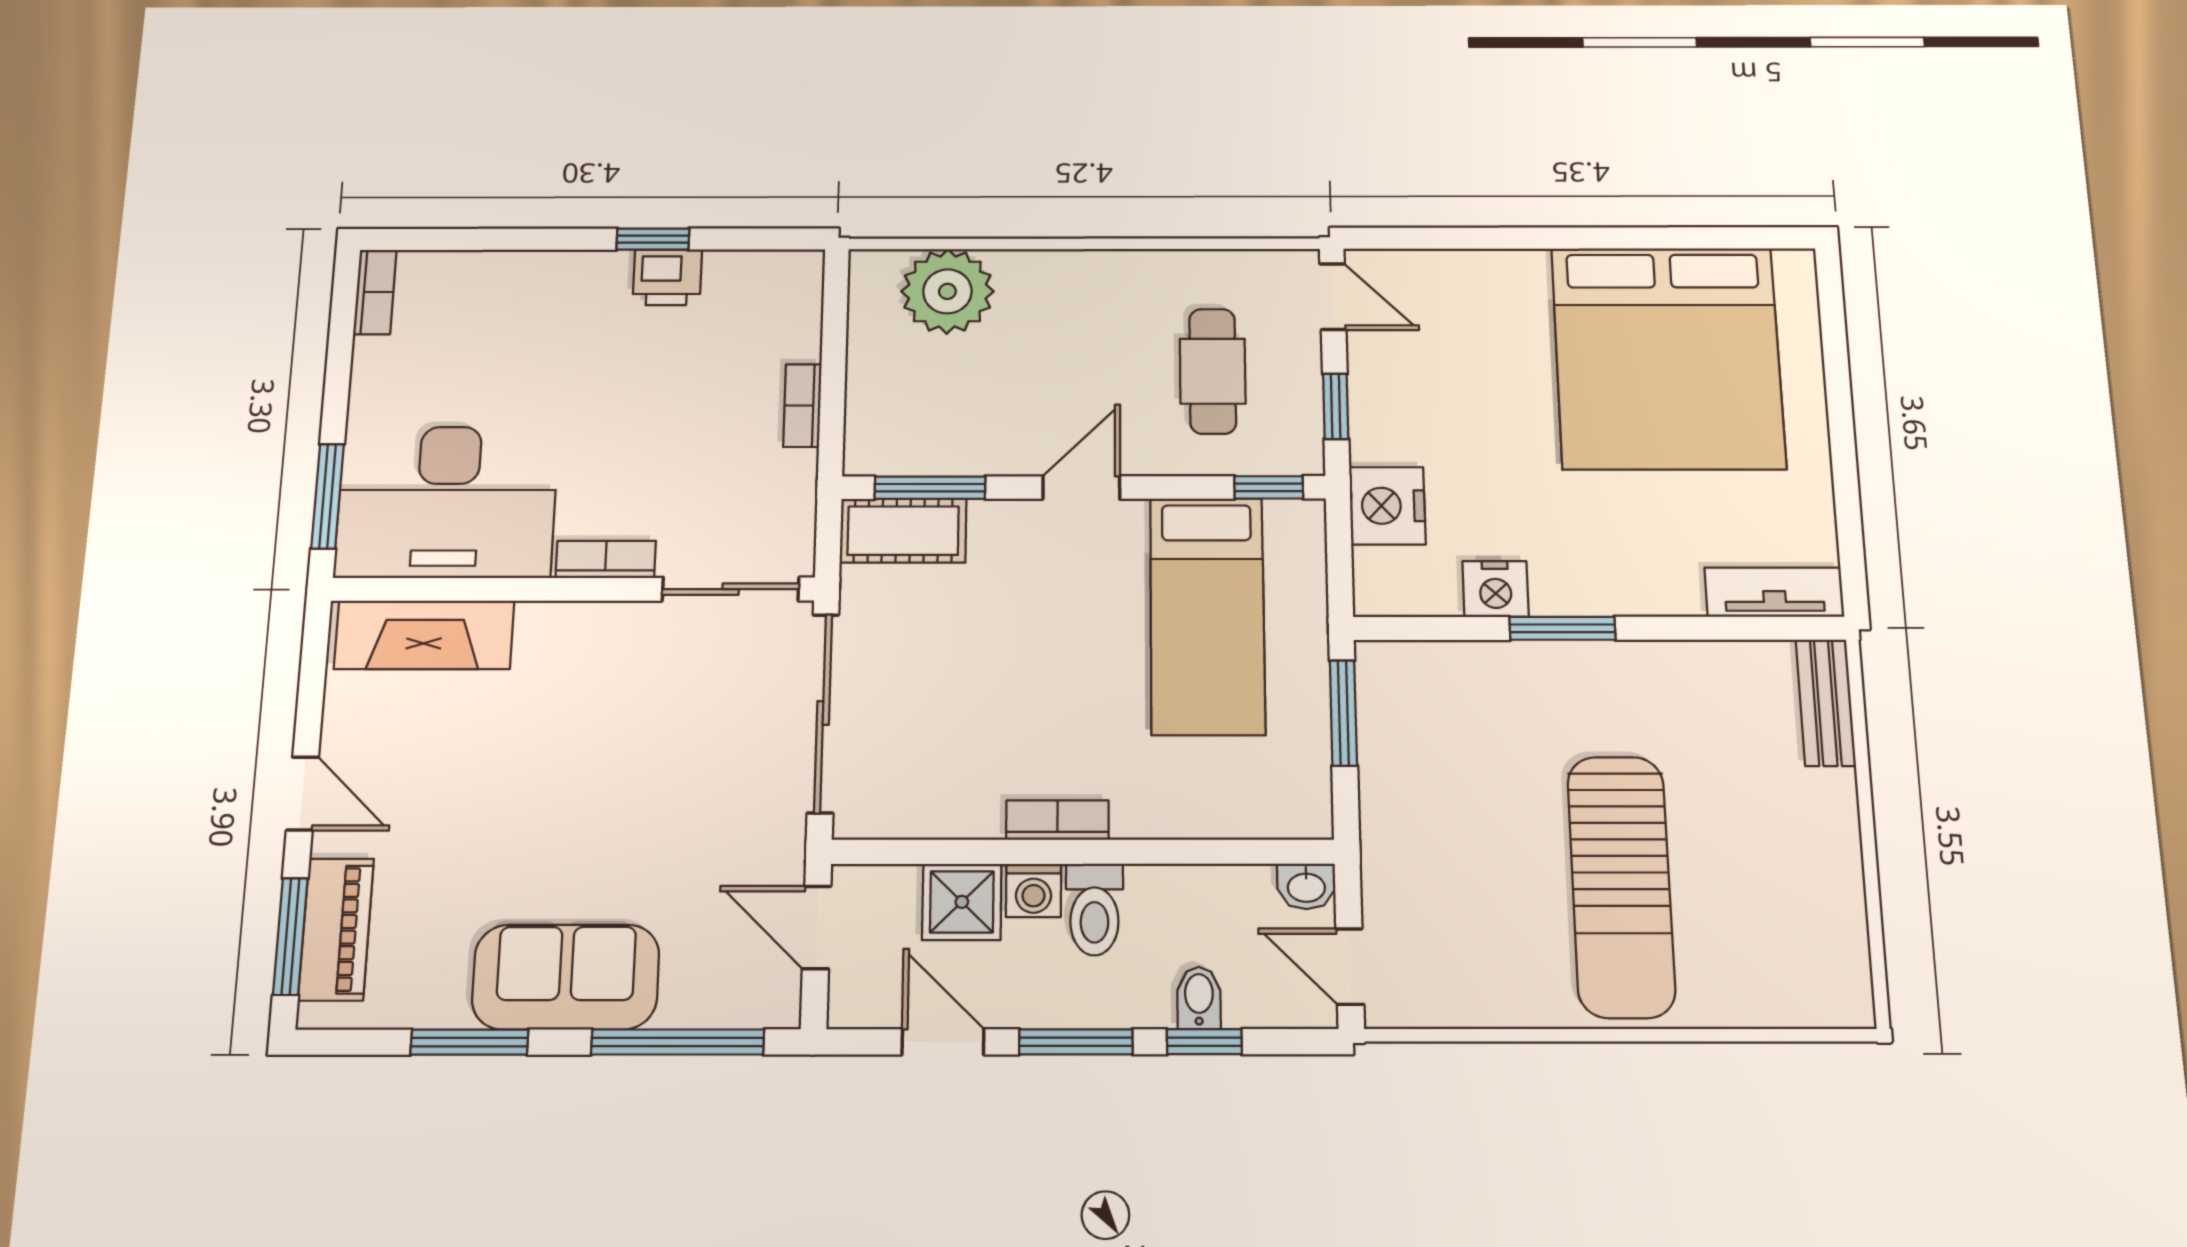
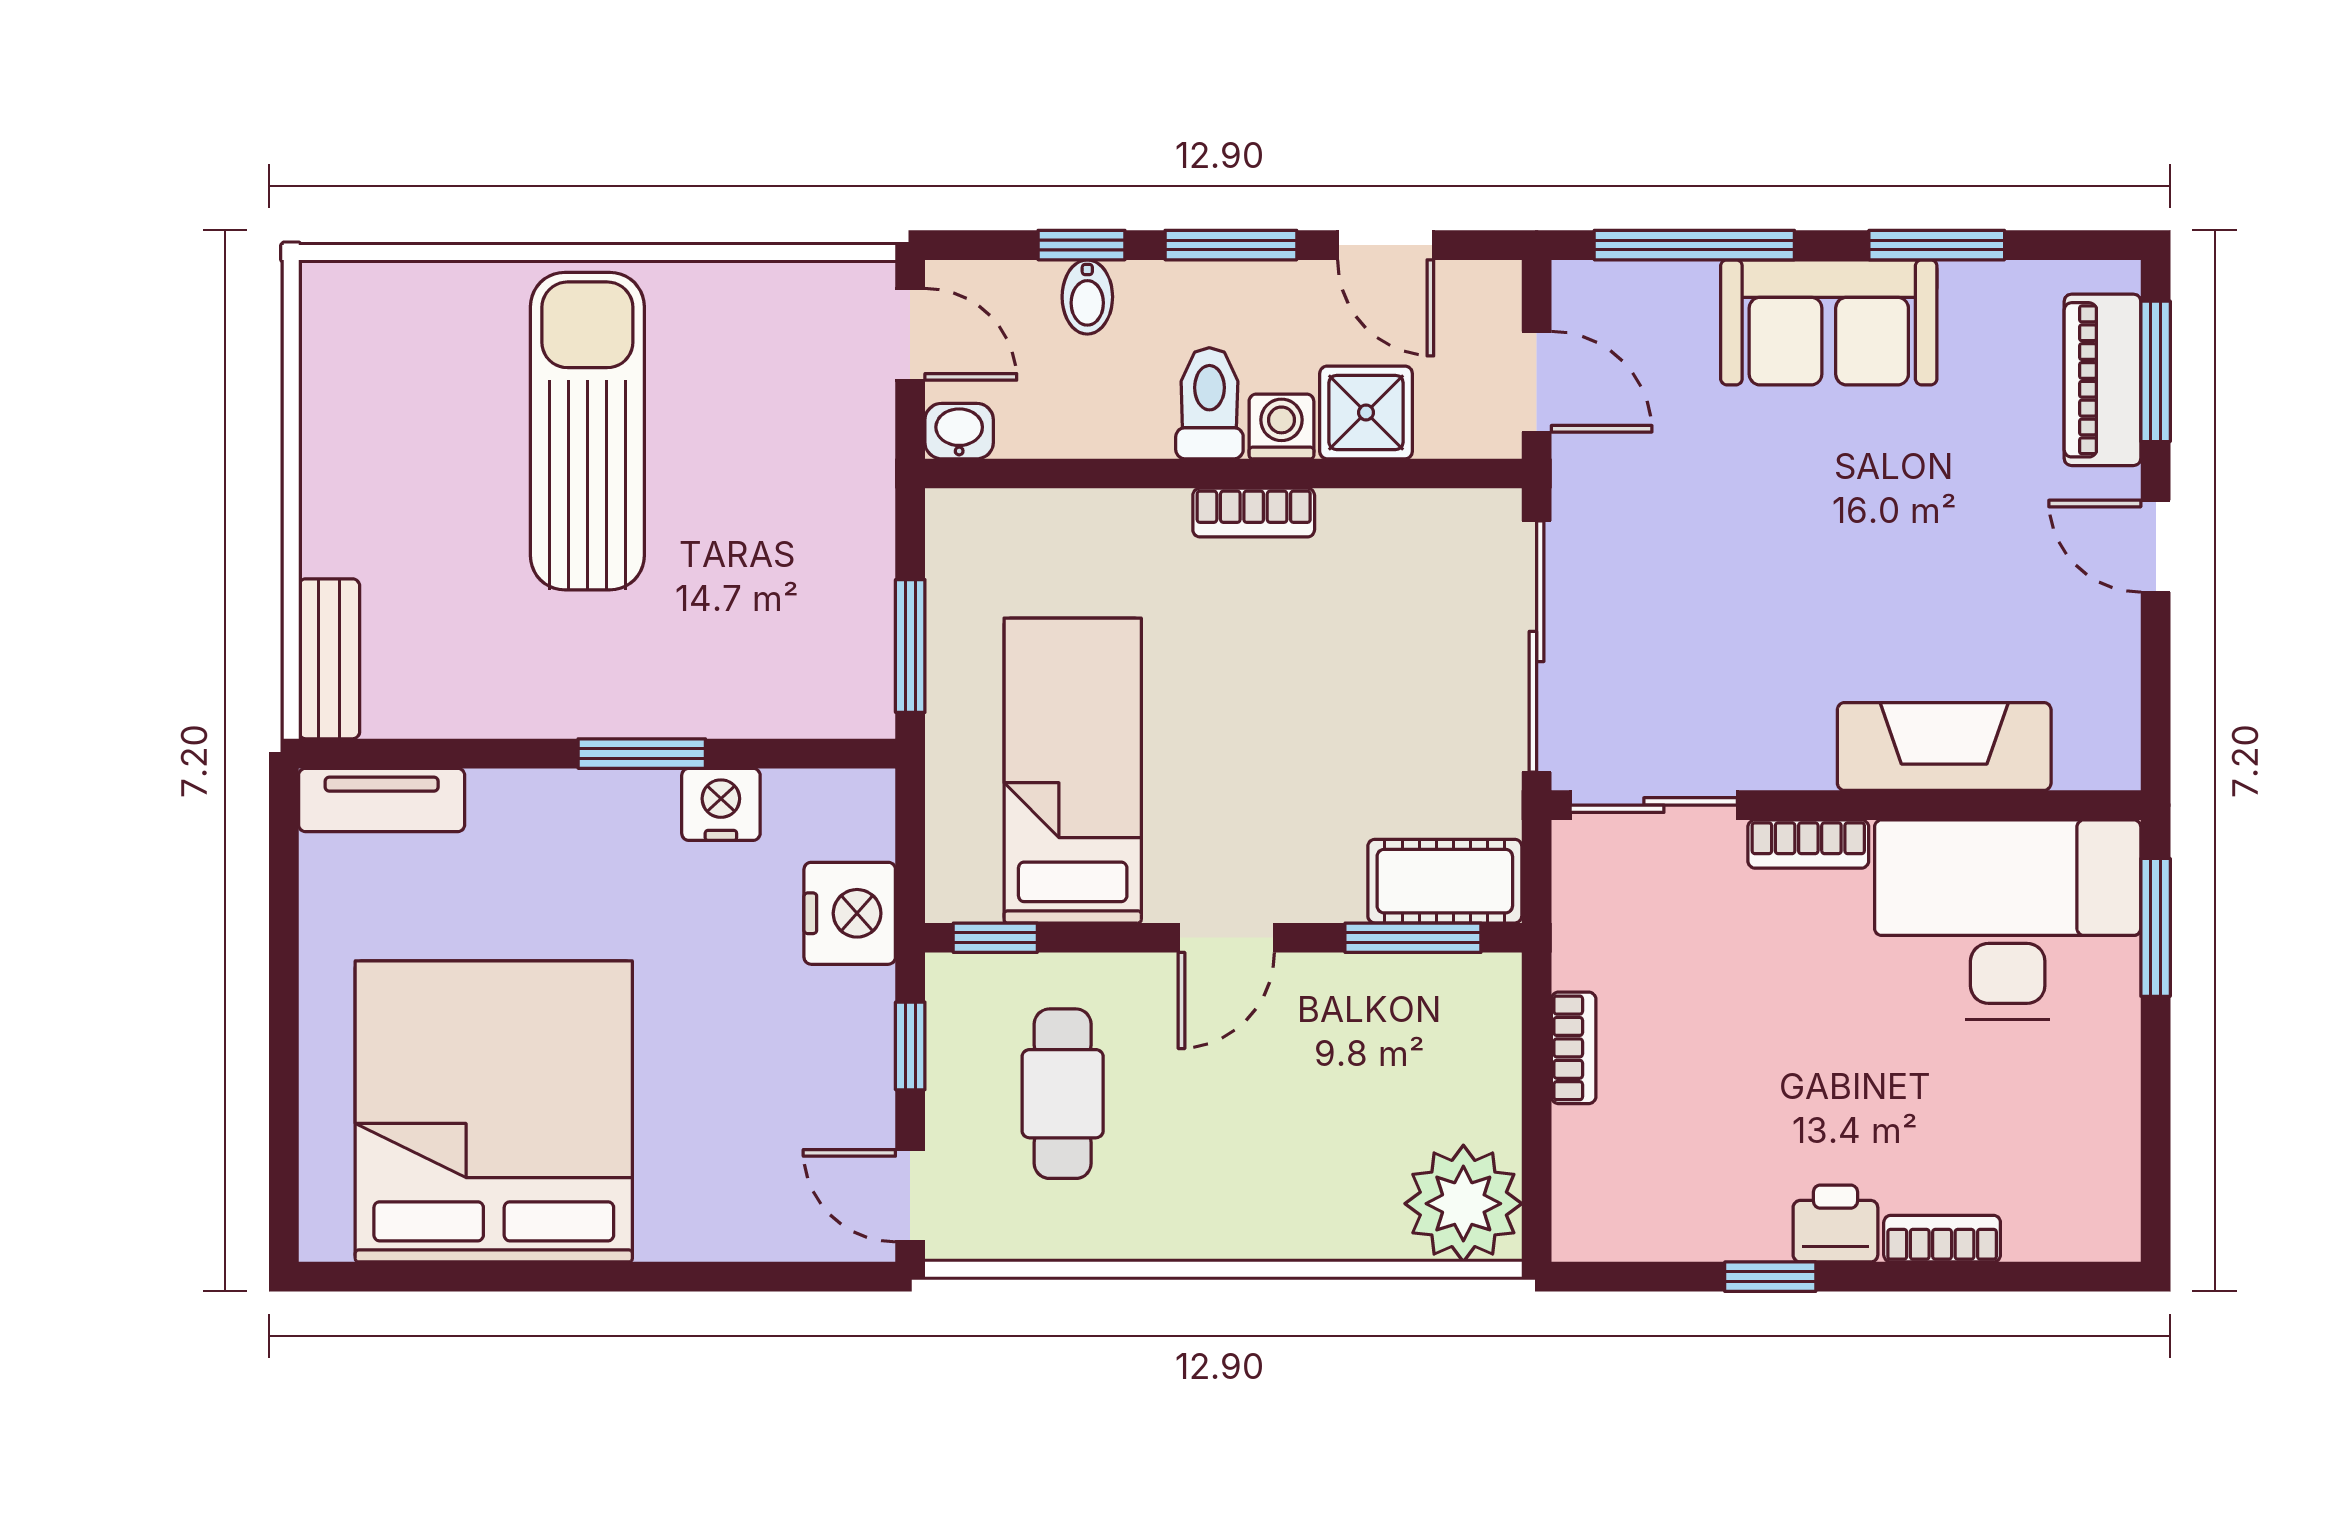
printer: (667, 277) -> (1835, 1223), moved
plant: (947, 291) -> (1463, 1204), moved
bookcase: (375, 292) -> (1942, 1239), moved, turned 90
fireplace: (424, 635) -> (1944, 746), moved

